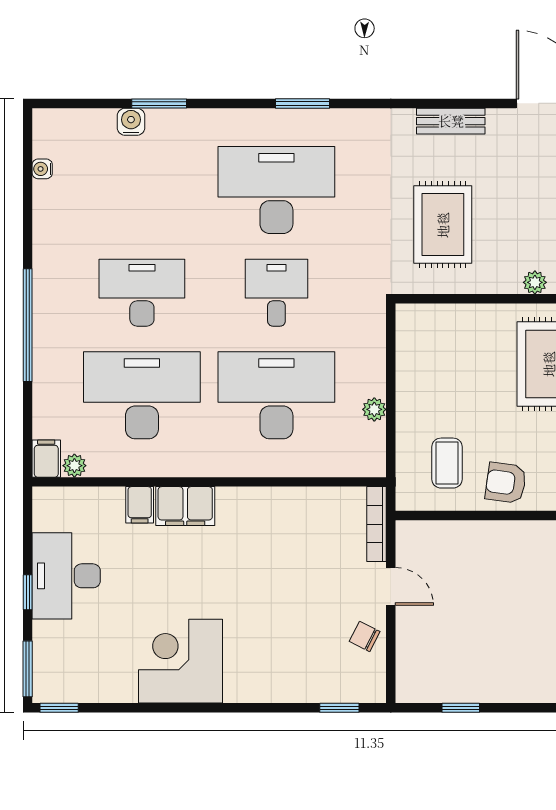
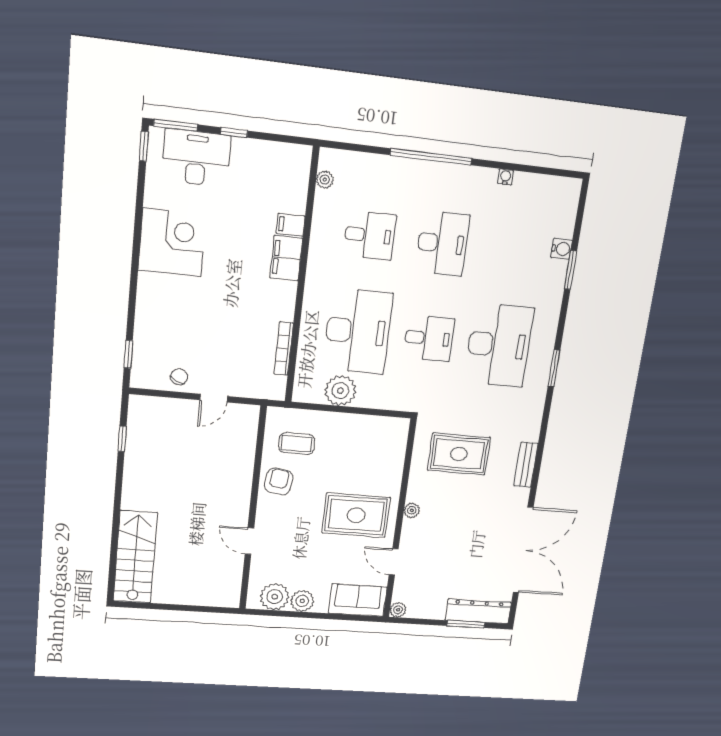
water cooler: (42, 169) -> (506, 177), moved
desk: (142, 395) -> (370, 235), width x0.53, depth x0.77
plant: (374, 409) -> (340, 391), width x1.88, depth x1.88
filing cabinet: (46, 459) -> (332, 159), removed
bookcase: (377, 524) -> (284, 349), moved, turned -90
desk: (66, 576) -> (196, 158), moved

